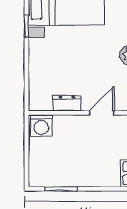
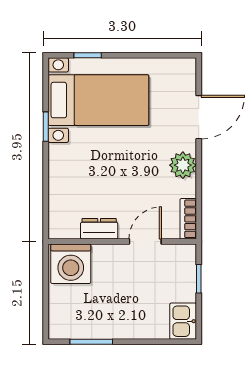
washing machine: (41, 126) -> (71, 264), width x1.37, depth x1.37

